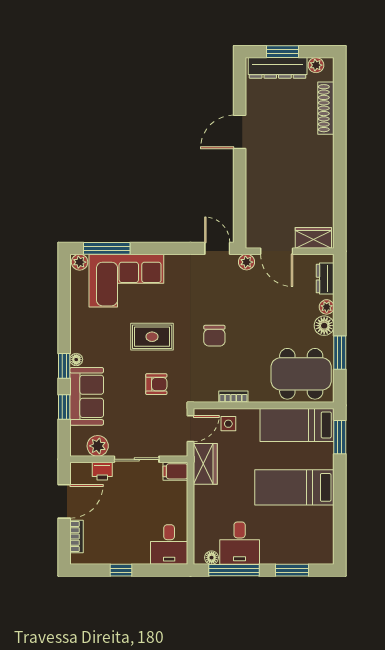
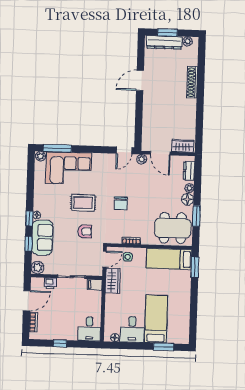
shoe rack: (326, 108) -> (192, 82), moved
door: (217, 248) -> (124, 150), swing flipped
plant: (98, 446) -> (38, 268), moved
bed: (294, 487) -> (156, 319), moved, turned 90
window: (234, 570) -> (128, 346), removed

